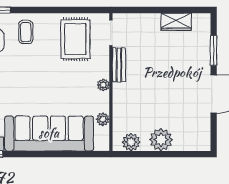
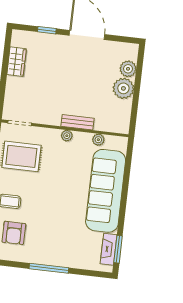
window: (214, 50) -> (47, 30), width x0.67
bench: (119, 65) -> (78, 122), moved
plant: (131, 142) -> (128, 69), moved

